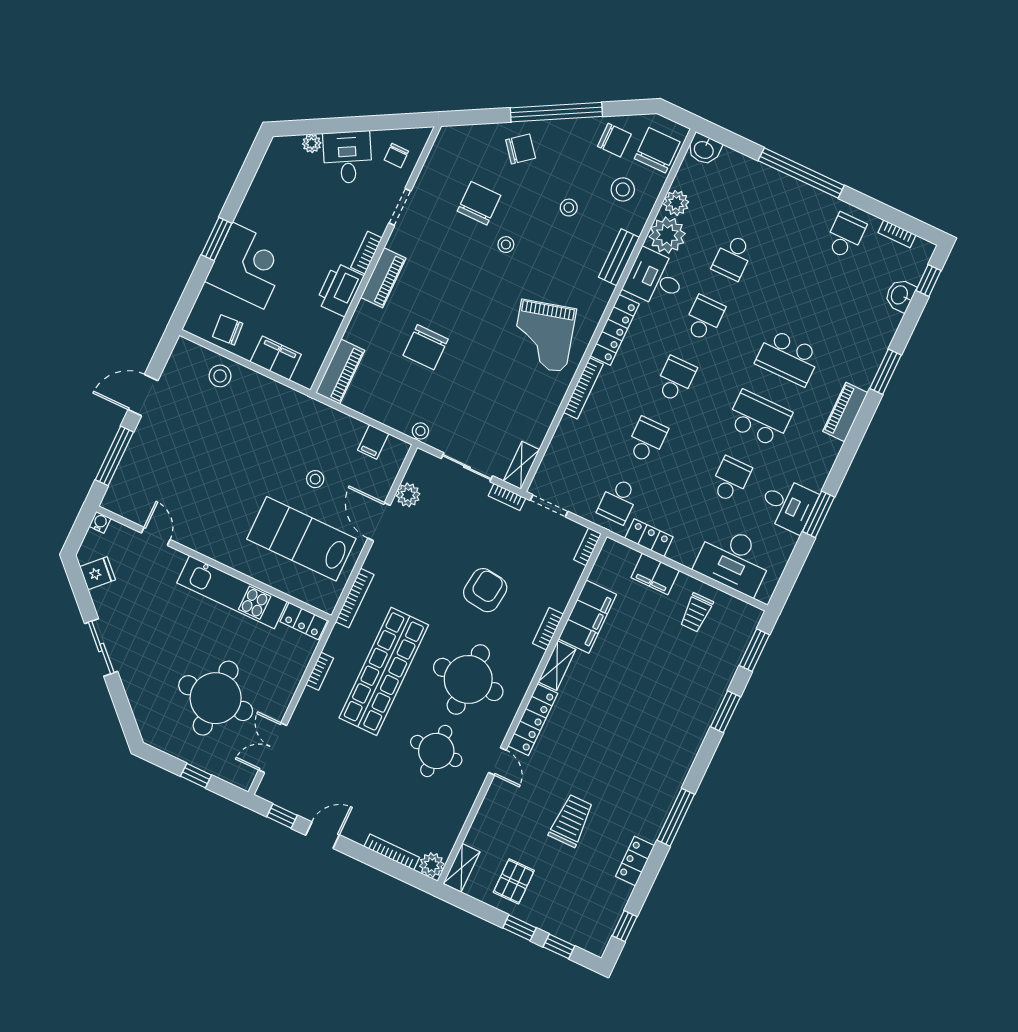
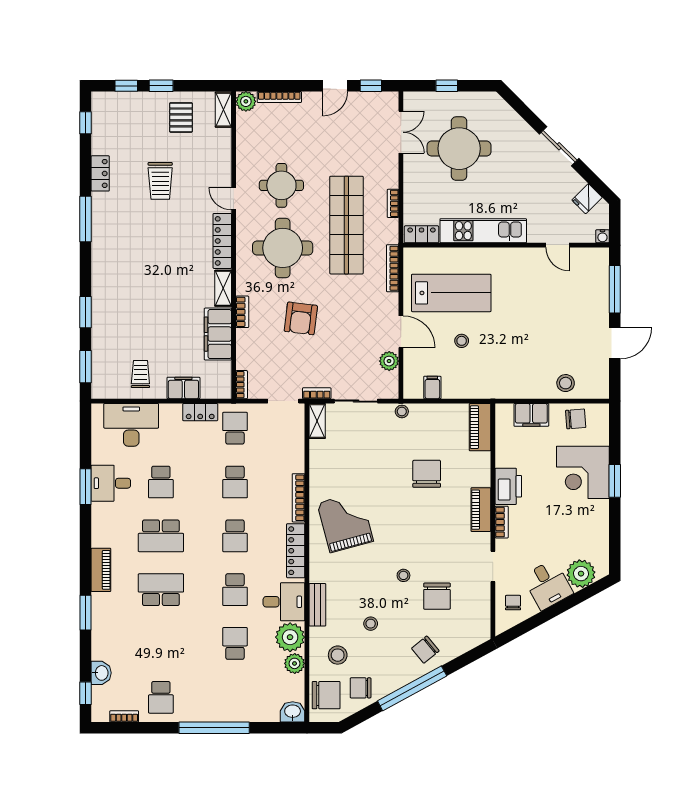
plant: (312, 143) -> (581, 574), width x1.88, depth x1.88
chair: (657, 150) -> (326, 695), turned -90

